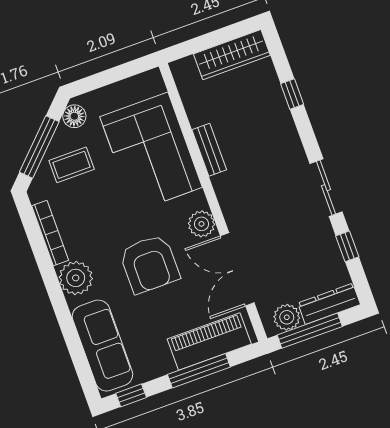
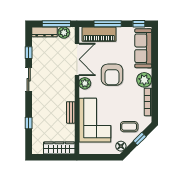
wardrobe: (232, 55) -> (59, 148), moved
window: (39, 147) -> (140, 139), width x0.46
armchair: (149, 264) -> (112, 75), turned 180

